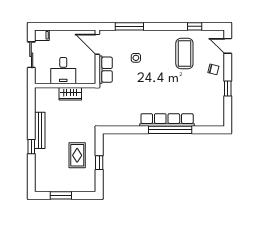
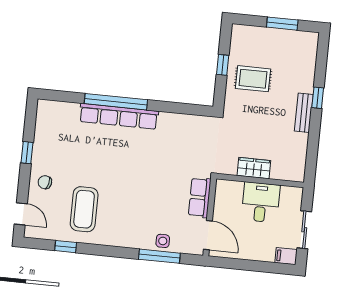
side table: (136, 58) -> (163, 241), moved
bench: (40, 130) -> (304, 113), width x0.73
rug: (77, 155) -> (253, 79), turned 90

